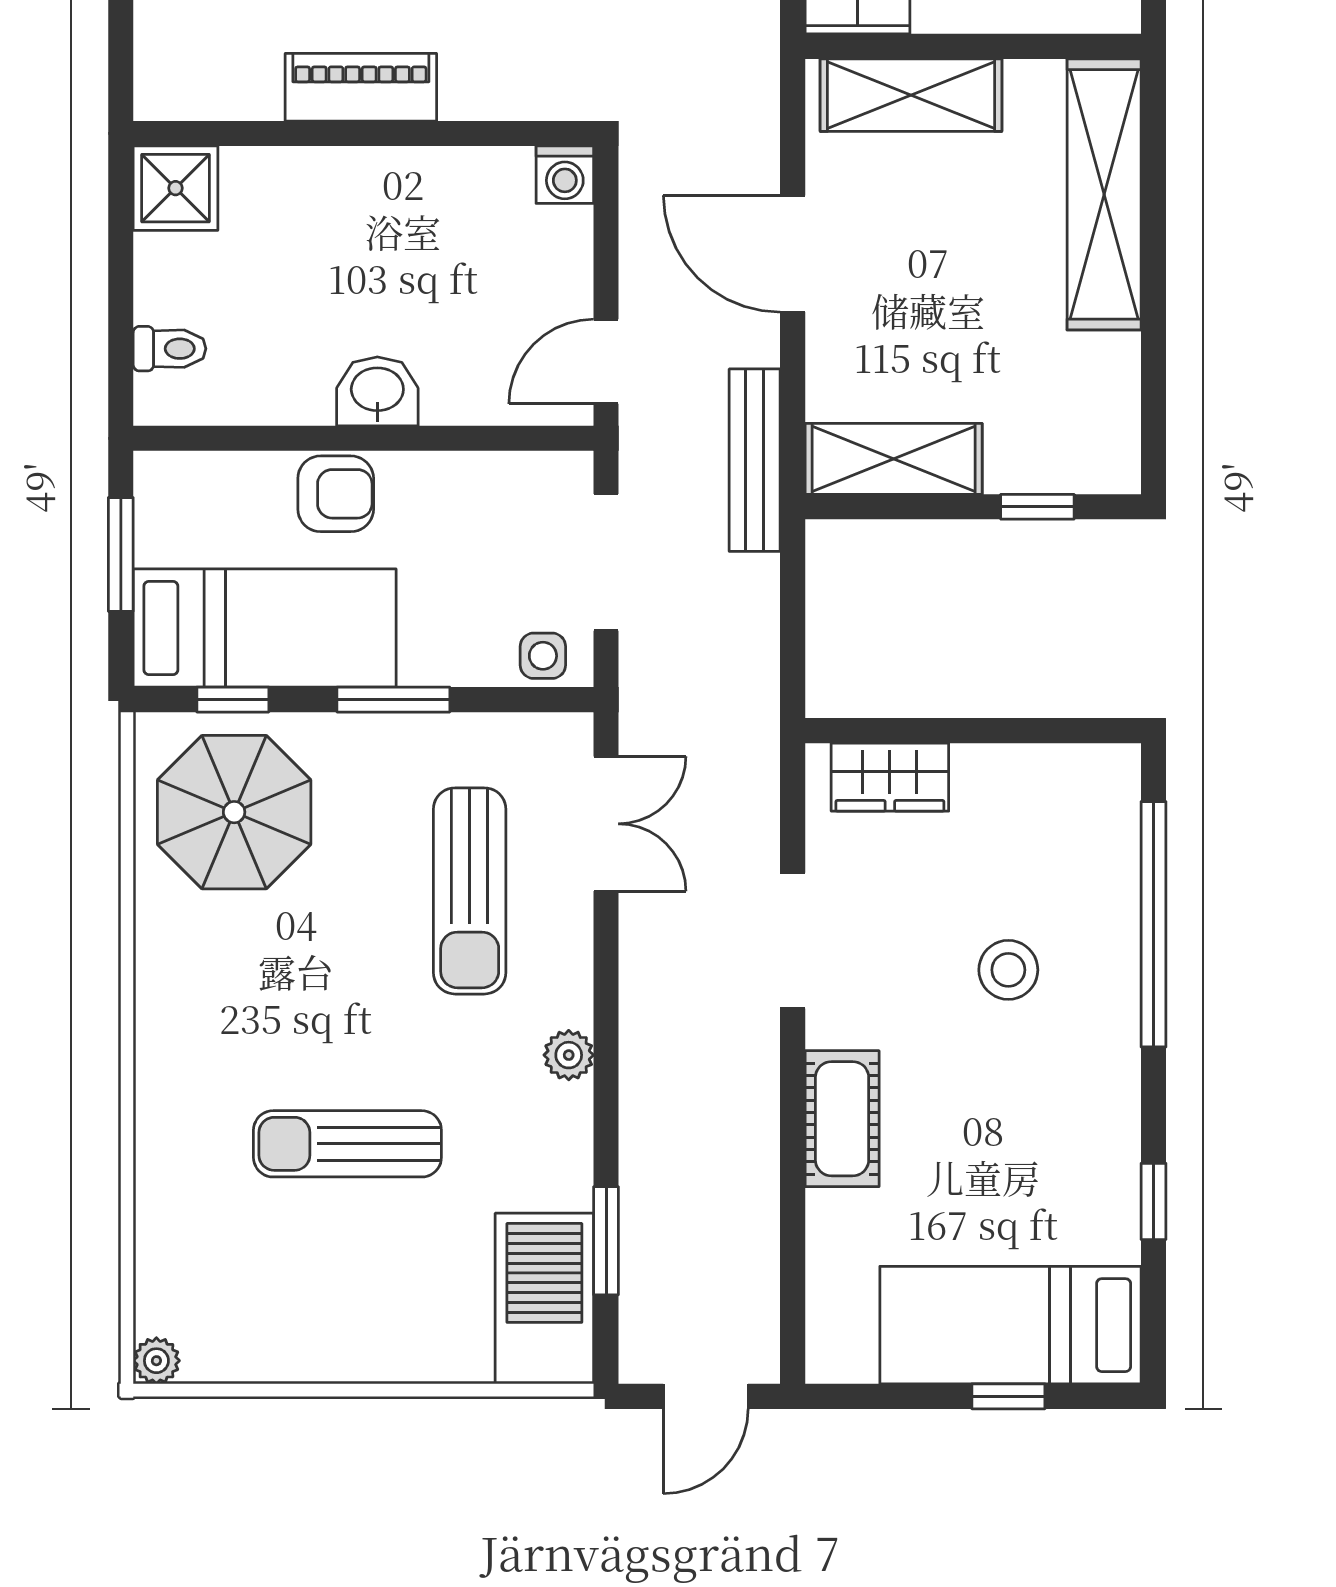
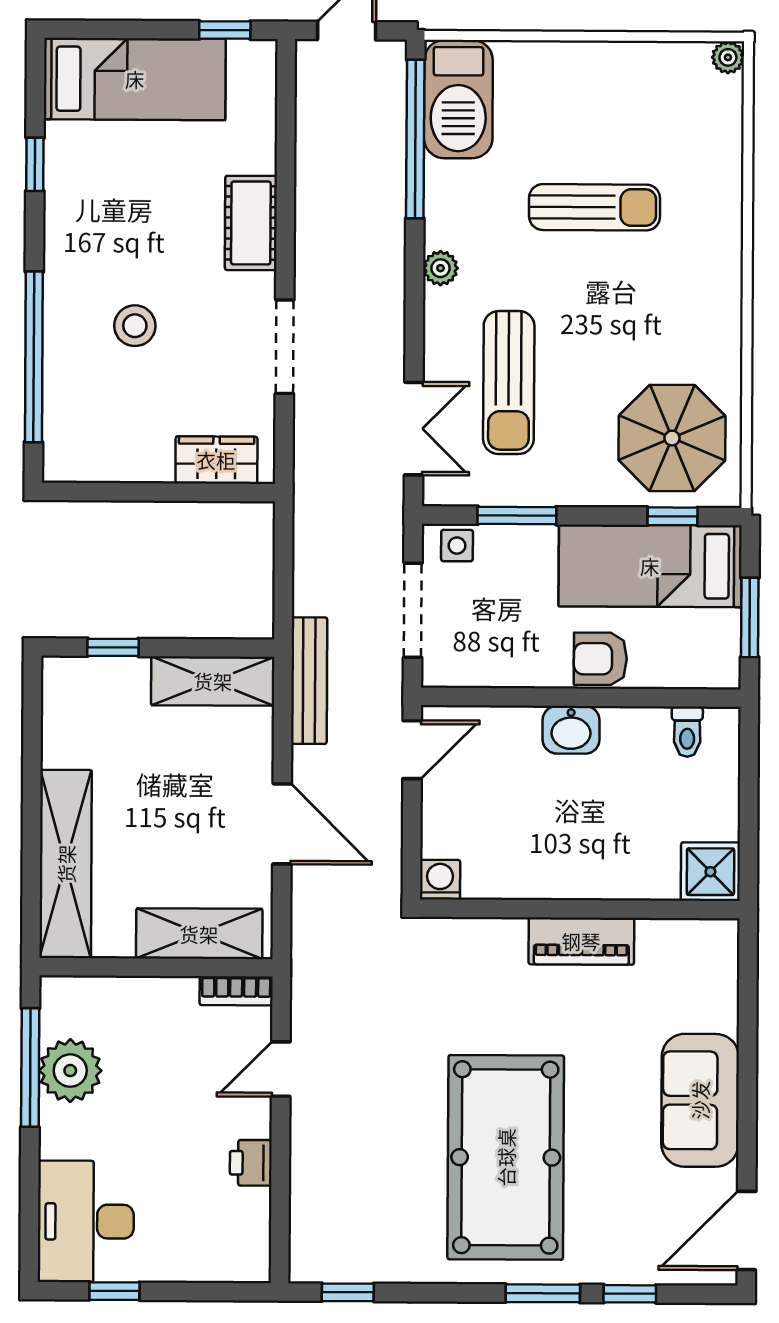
toilet: (170, 349) -> (687, 732), moved, turned -90
window: (393, 700) -> (517, 515), moved
double door: (606, 824) -> (414, 429), swing flipped
sun lounger: (470, 891) -> (509, 383), turned 180
window: (606, 1241) -> (415, 139), width x2.11
window: (1008, 1396) -> (225, 30), moved

